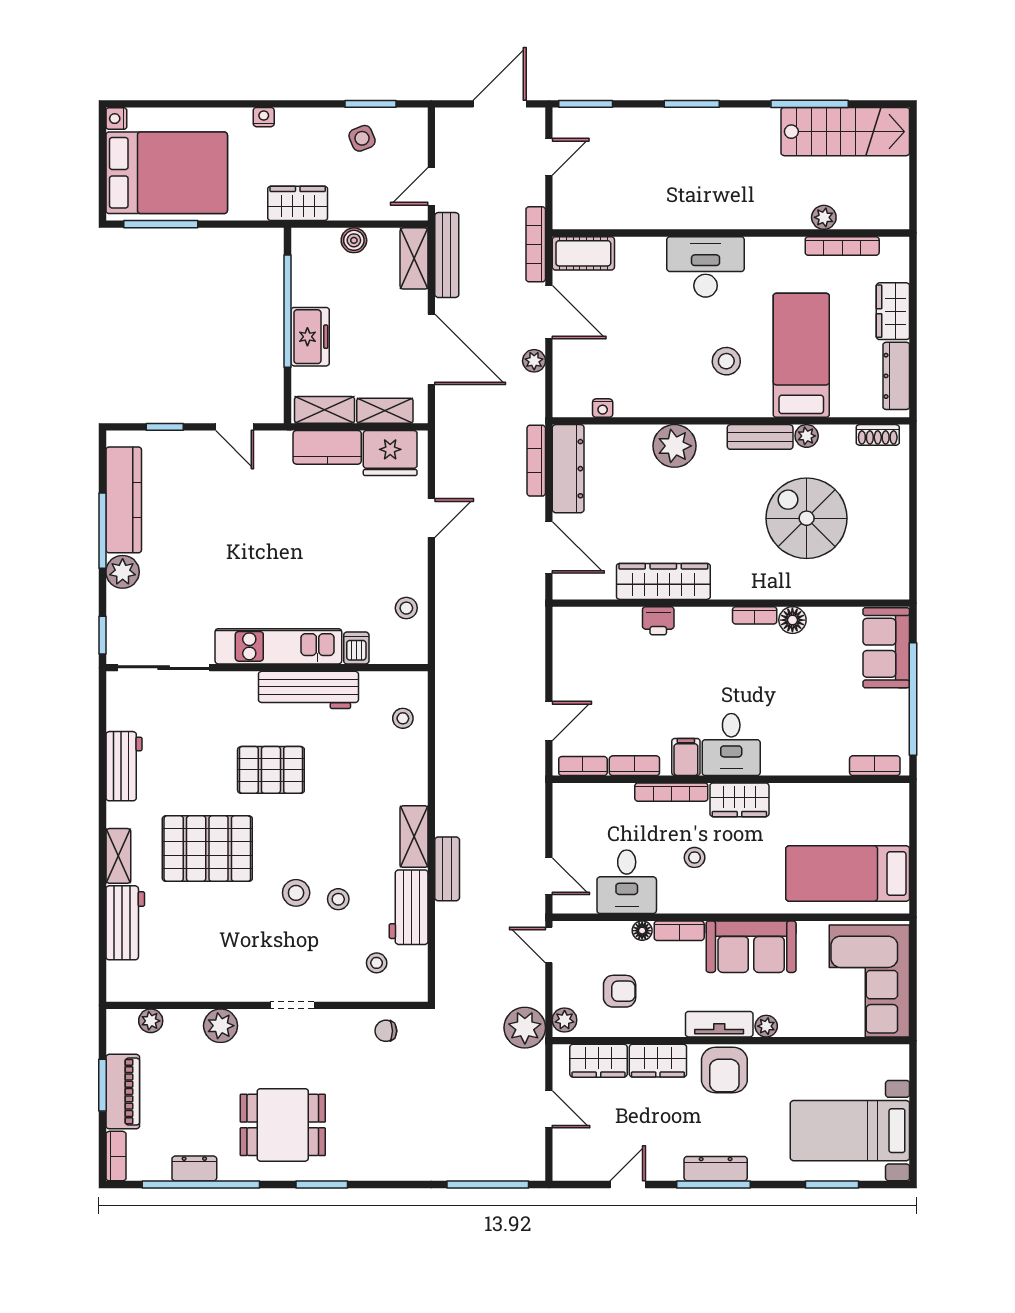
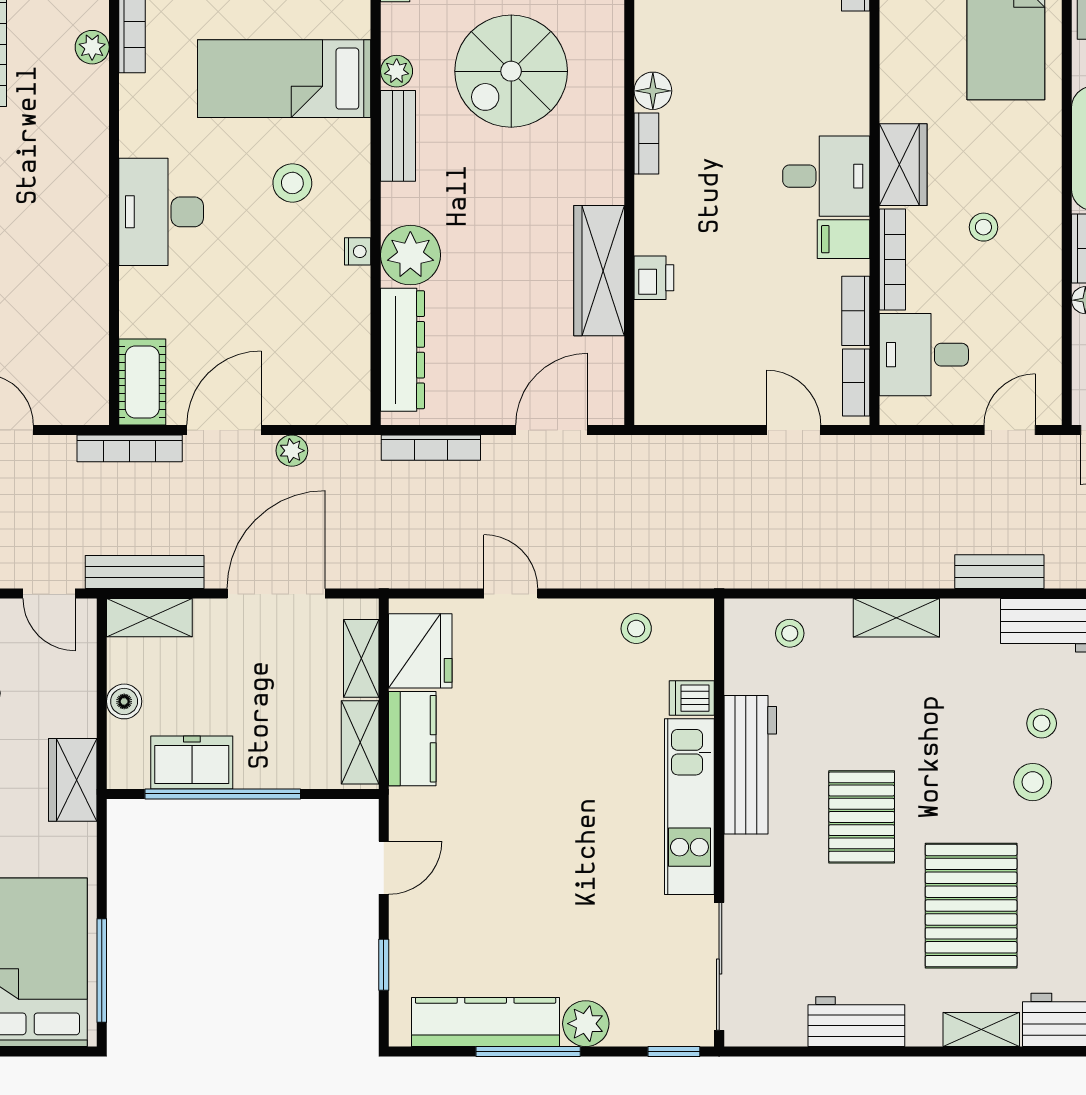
freezer: (310, 337) -> (192, 762), moved
nightstand: (603, 408) -> (358, 251), moved
dresser: (568, 469) -> (402, 350), moved, turned 90
shelving: (414, 837) -> (896, 618), moved
desk: (627, 882) -> (924, 355), moved, turned 180

